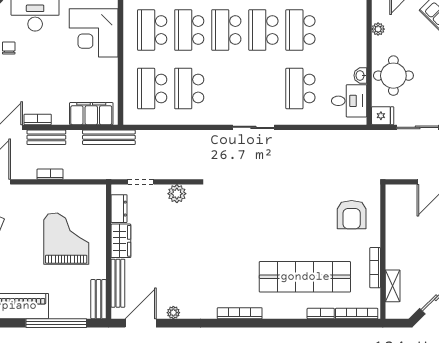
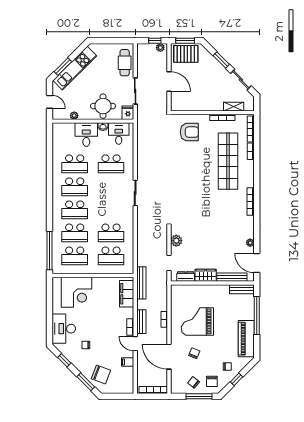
desk: (348, 49) -> (86, 135), added
grand piano: (66, 239) -> (197, 321), moved

